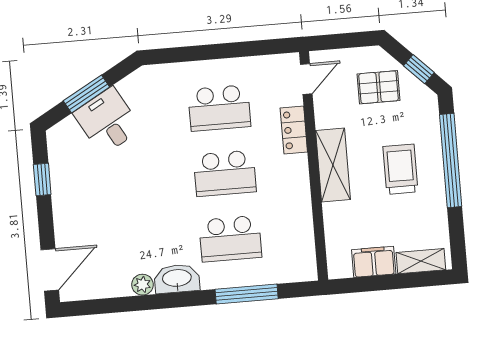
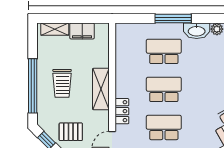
window: (247, 294) -> (173, 19), moved

